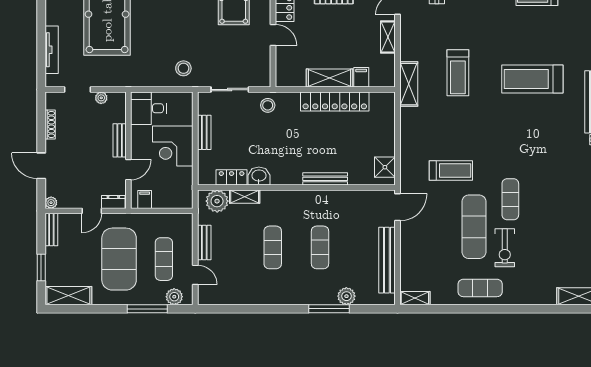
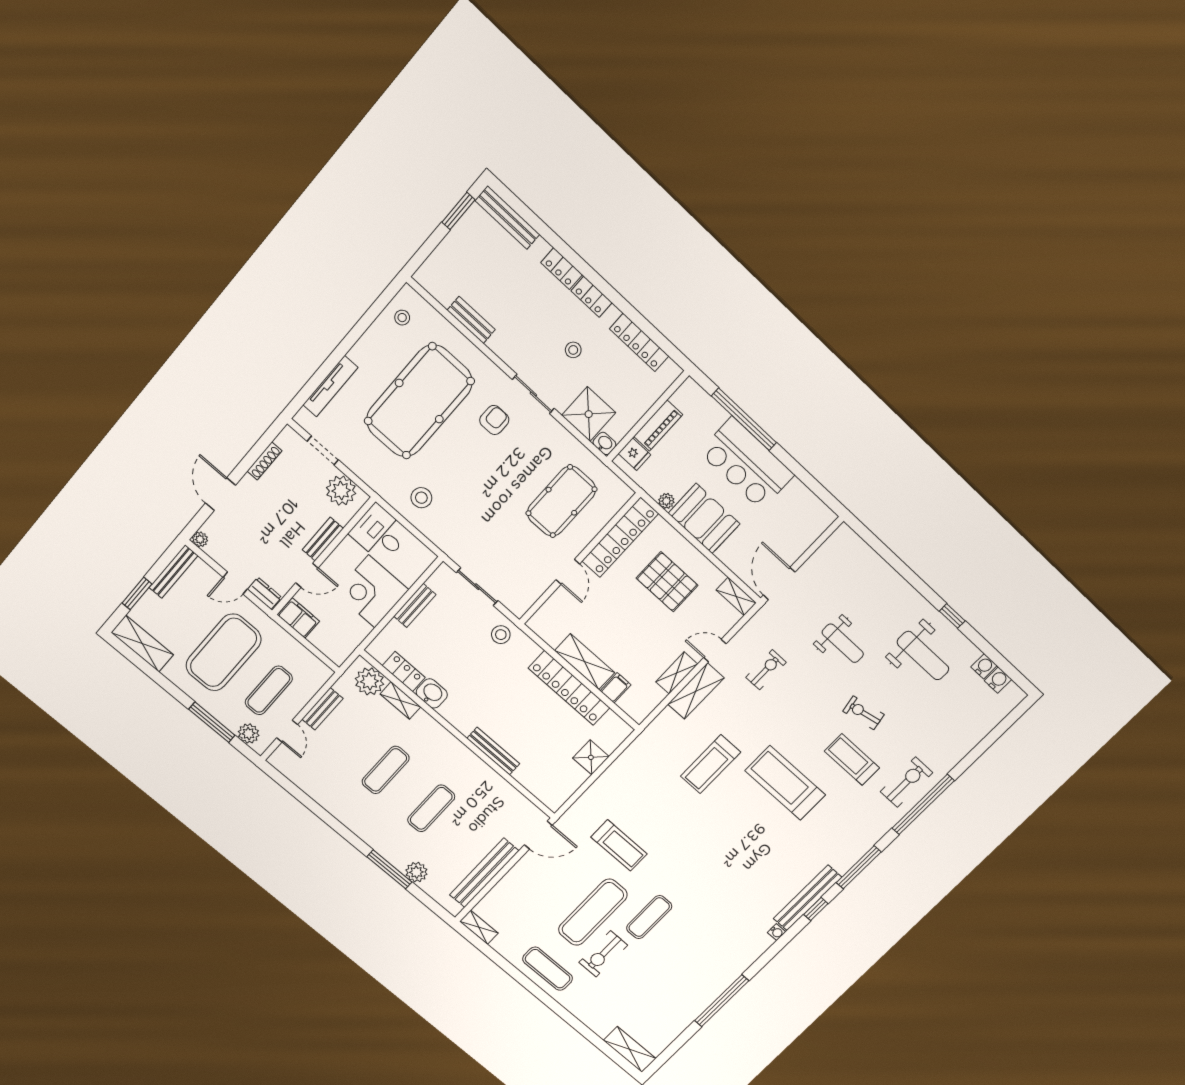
stool: (183, 68) -> (421, 498), moved
treadmill: (532, 79) -> (785, 783), moved
shelving: (409, 84) -> (696, 691), moved
plant: (101, 98) -> (341, 491), width x1.88, depth x1.88
shower: (385, 167) -> (591, 757), moved
filing cabinet: (145, 199) -> (298, 618), width x2.00
bench: (51, 230) -> (173, 572), width x1.36

